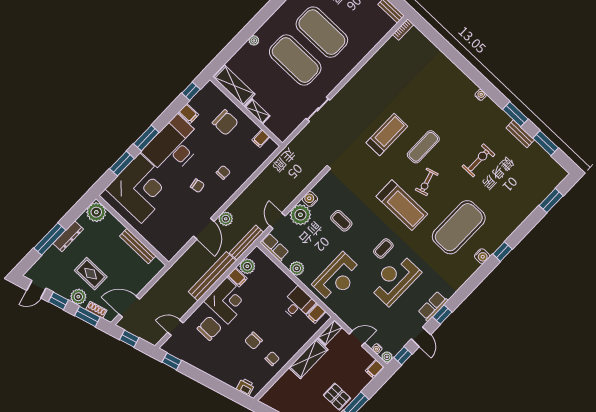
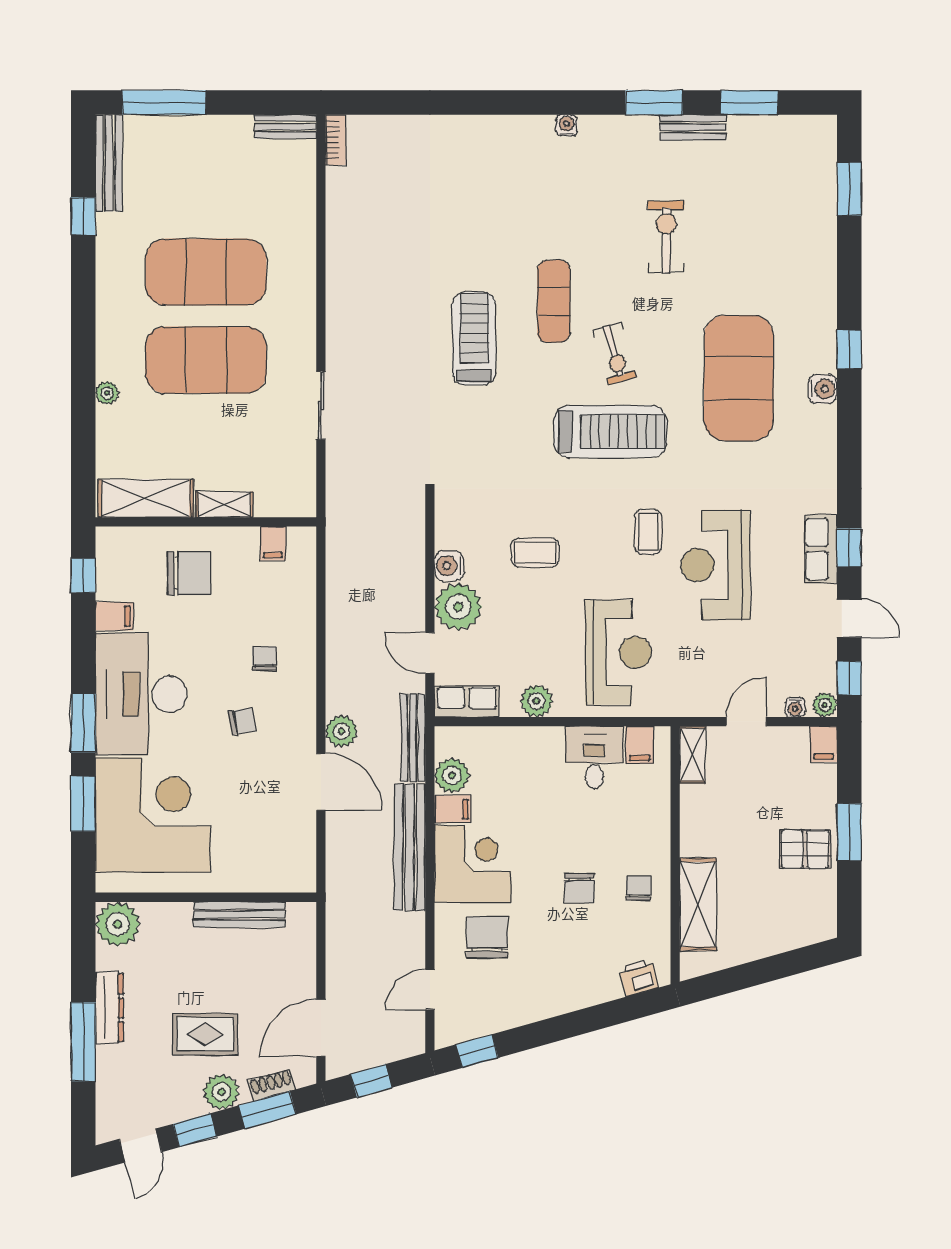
shelving: (308, 359) -> (698, 904), moved

